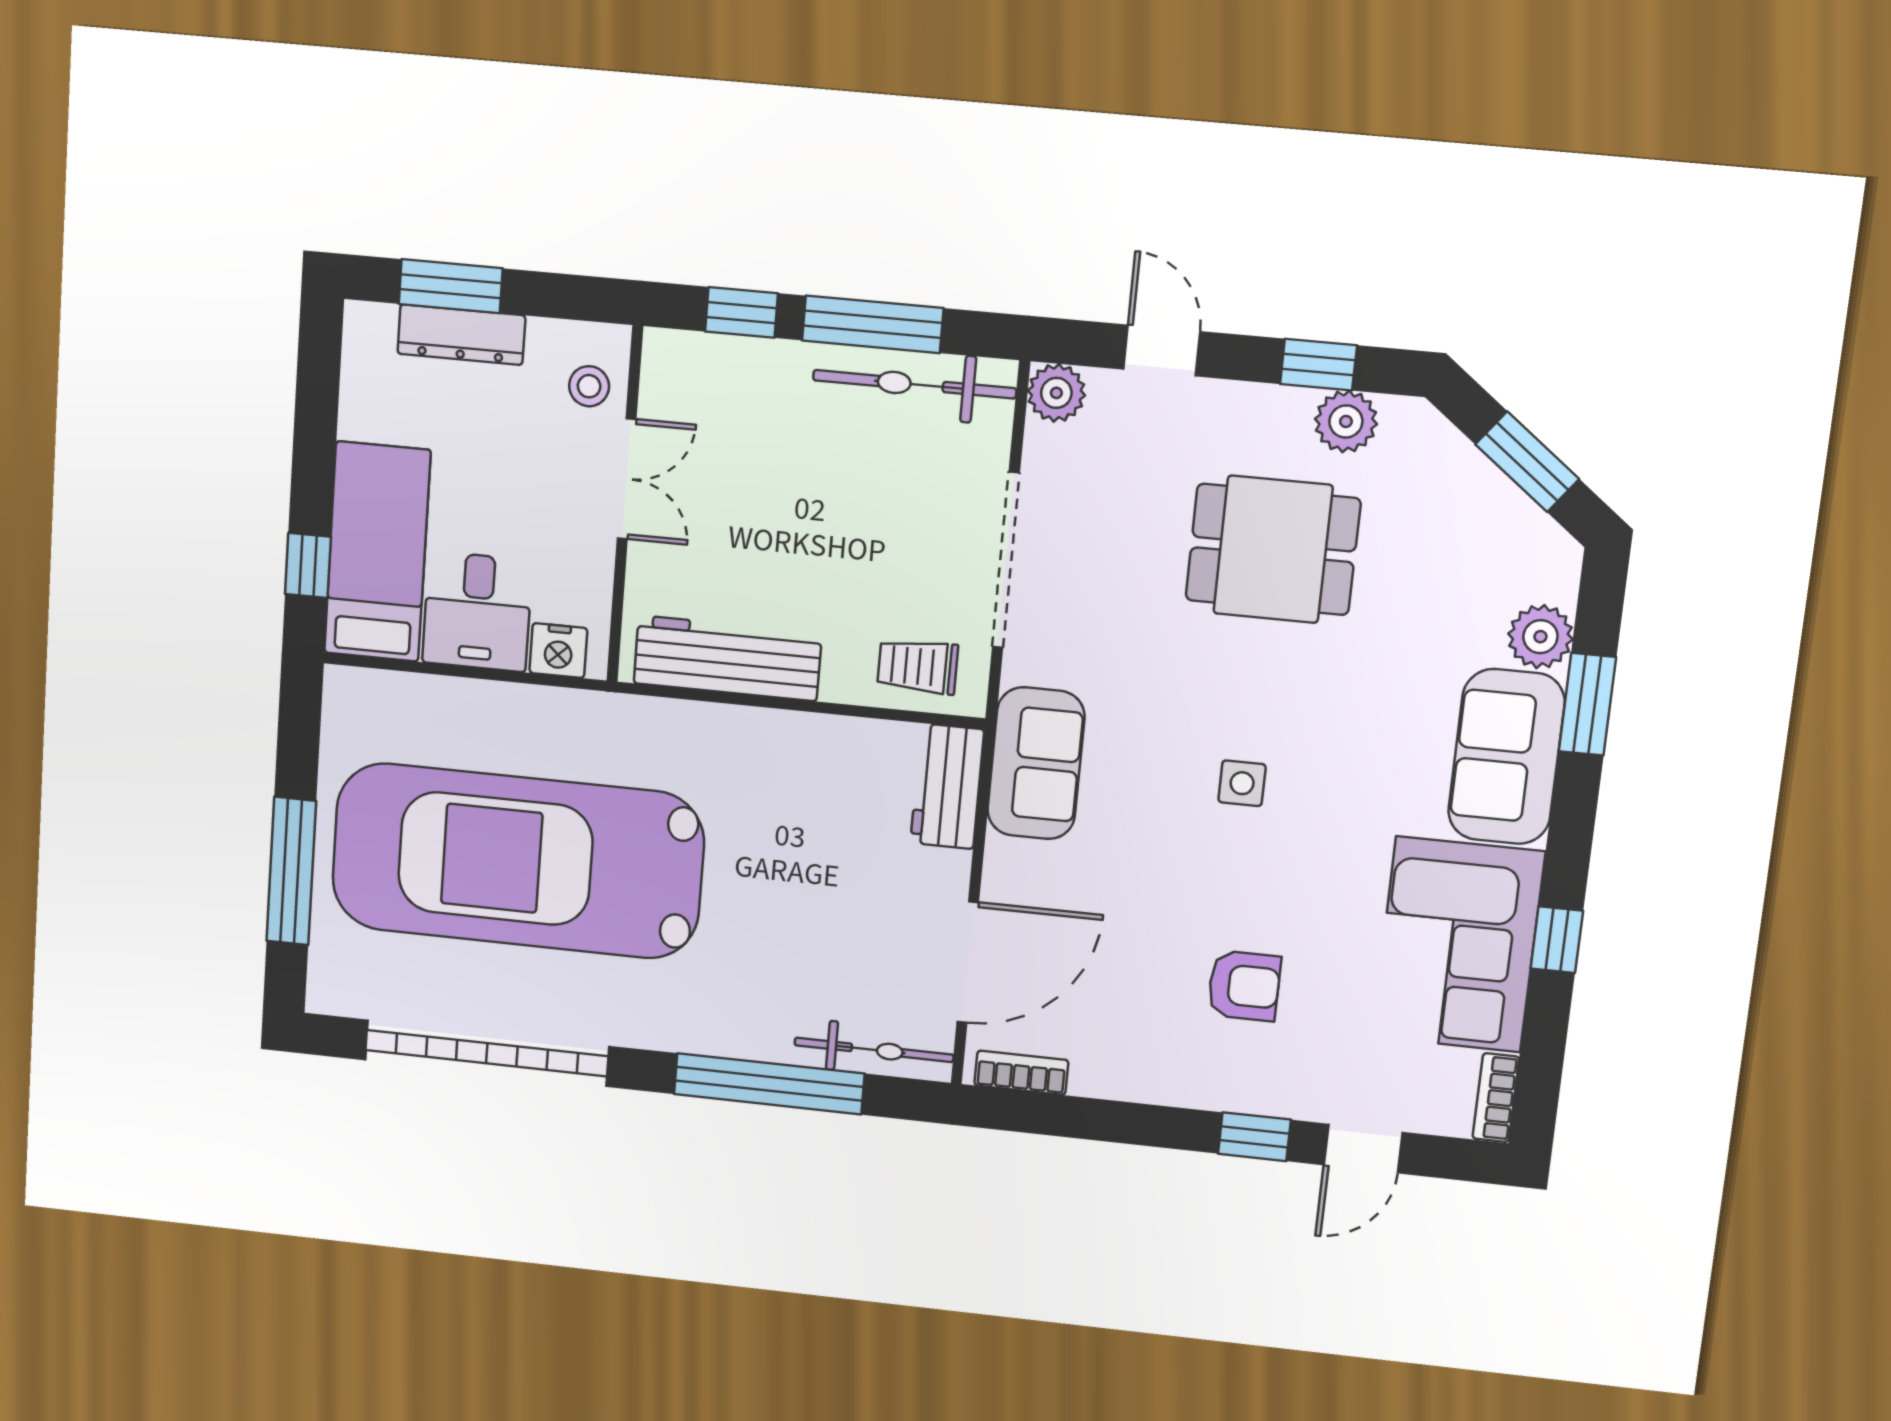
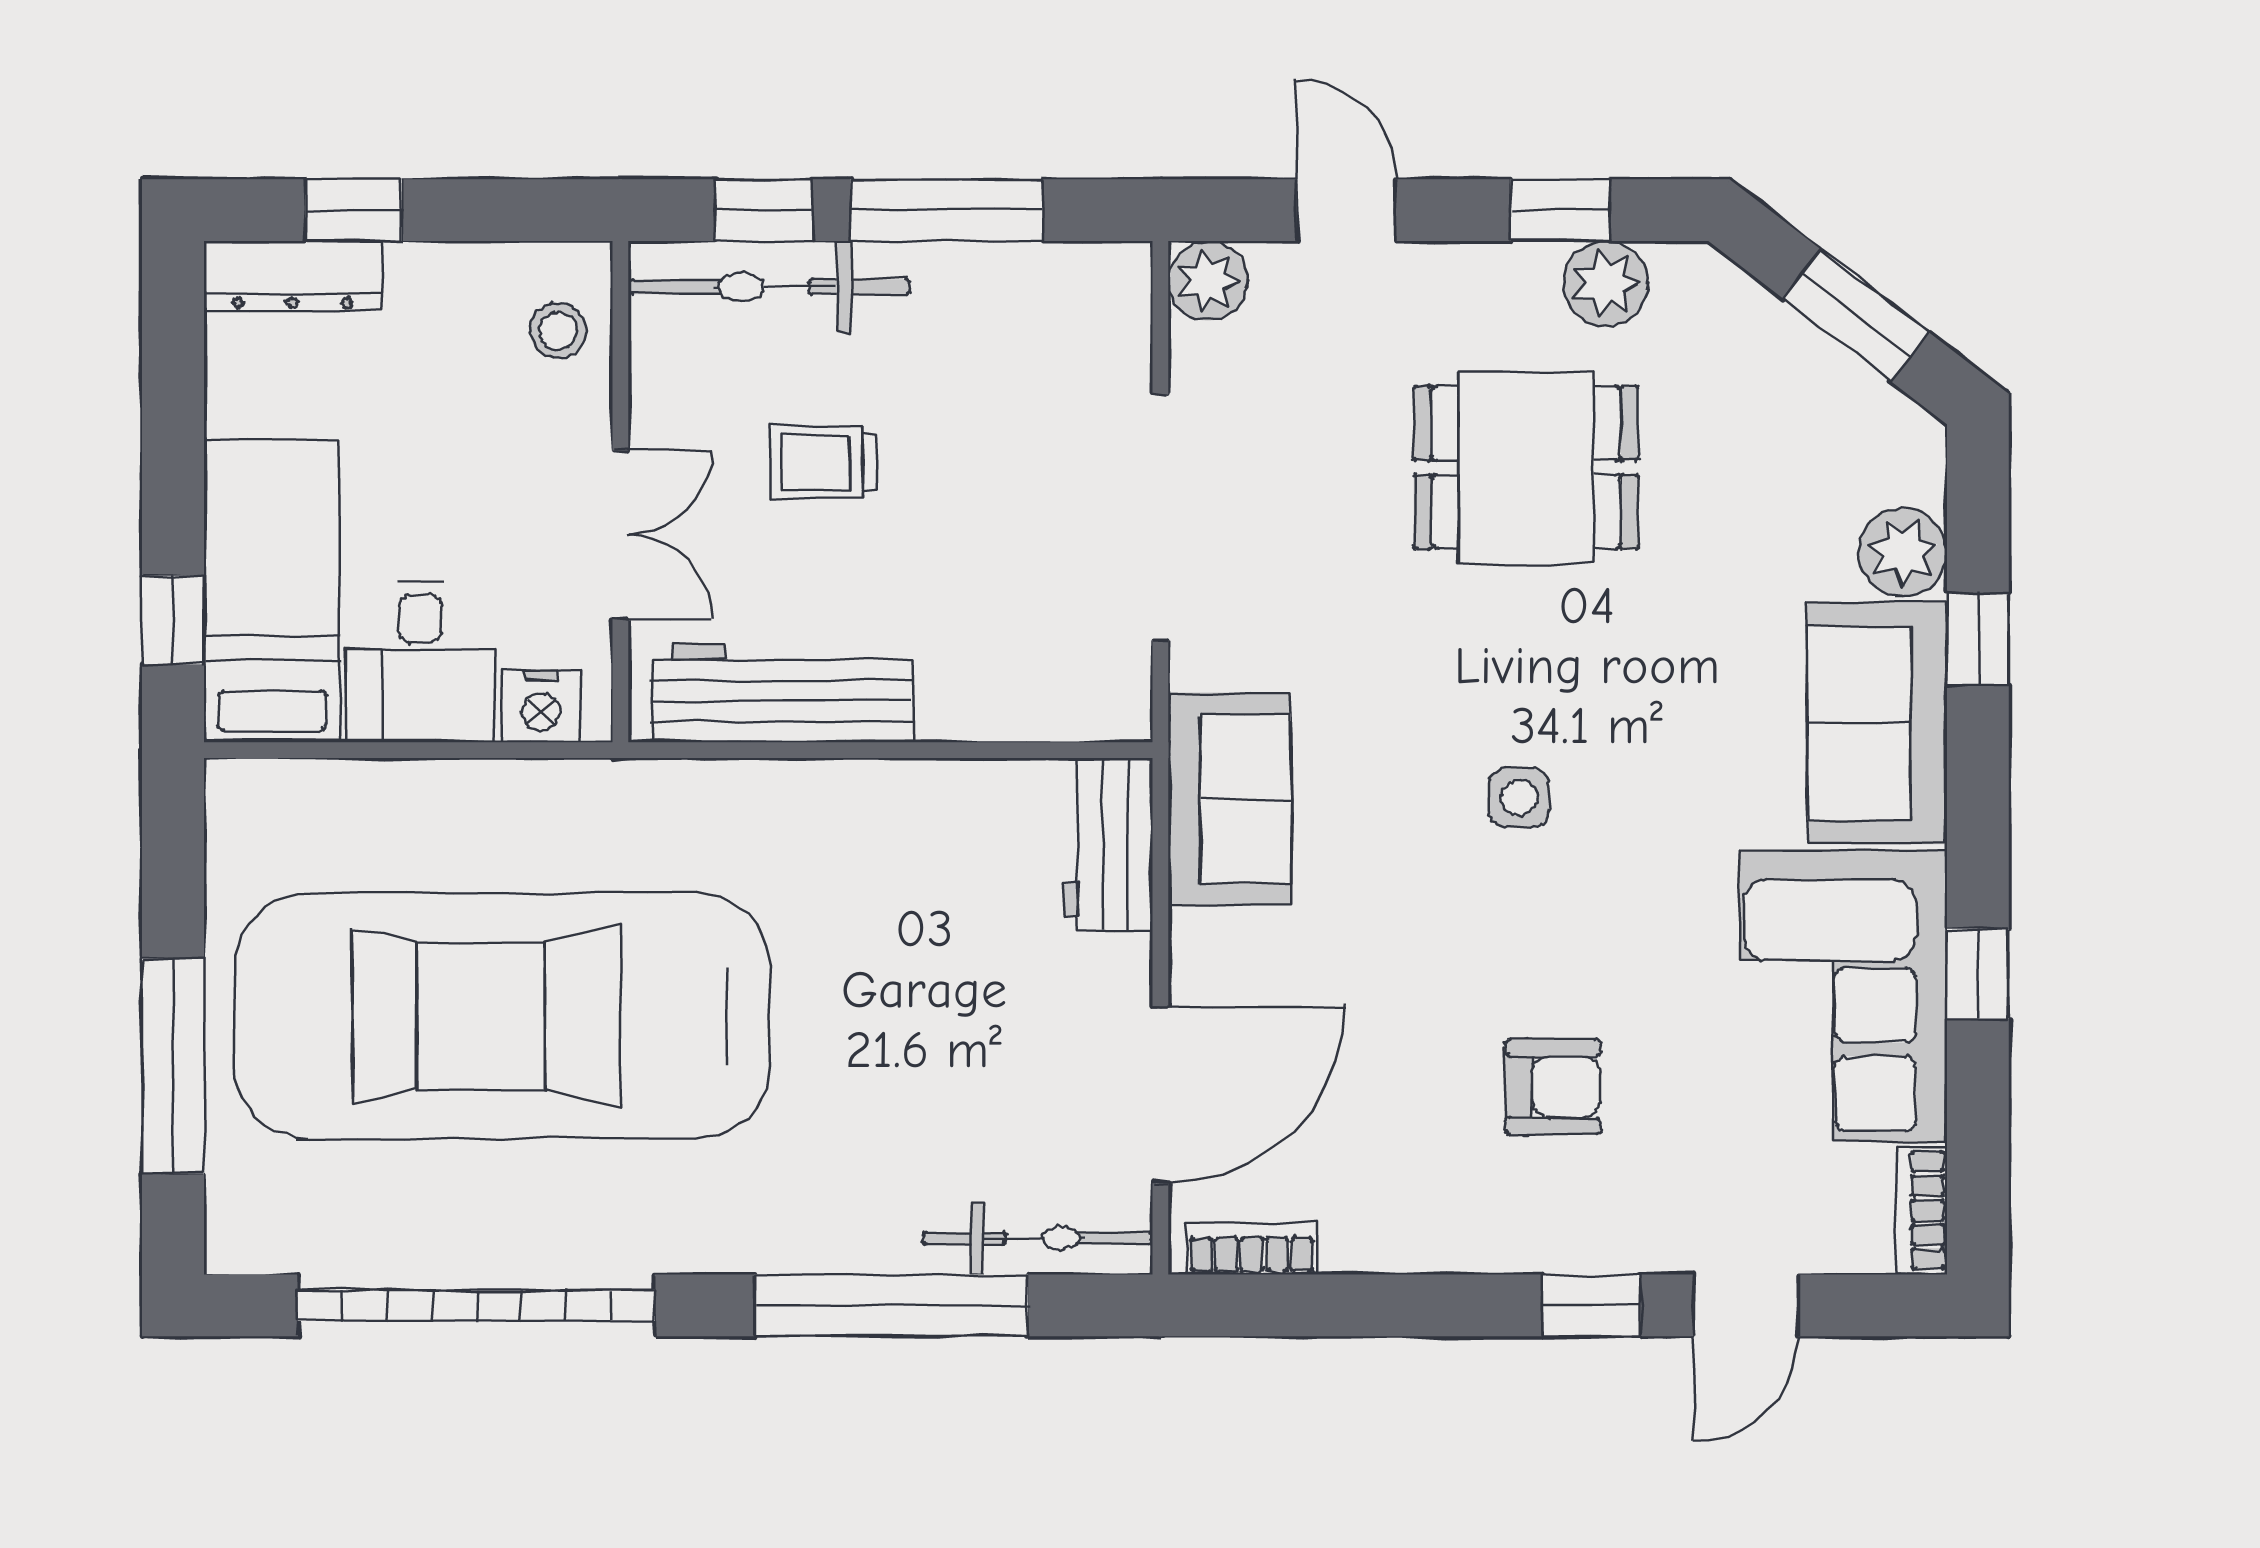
window: (451, 286) -> (354, 210), width x0.67
dresser: (461, 335) -> (293, 276), moved
bicycle: (915, 384) -> (769, 287), moved
double door: (627, 479) -> (620, 535), moved
trolley: (918, 666) -> (823, 462), moved
window: (1587, 704) -> (1978, 639), width x0.67

